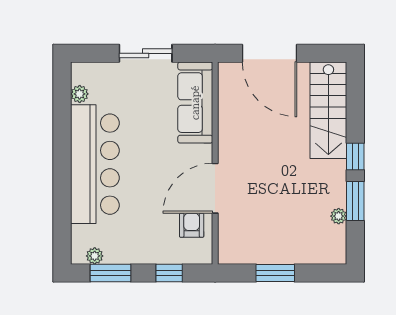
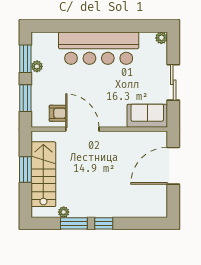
plant: (80, 94) -> (161, 38), moved
sofa: (195, 103) -> (147, 116), width x0.73
stairs: (328, 110) -> (43, 174), moved, turned 90
plant: (95, 256) -> (37, 66), moved
window: (169, 273) -> (25, 98), width x1.50

